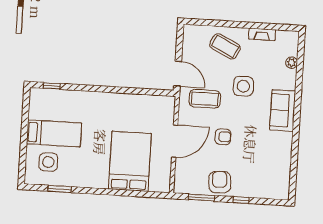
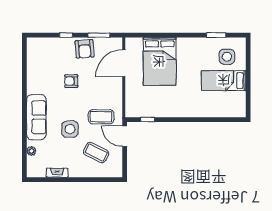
coffee table: (225, 46) -> (96, 153), moved
window: (52, 86) -> (148, 120), moved
sofa: (283, 110) -> (36, 117), width x1.36
armchair: (223, 137) -> (71, 81), moved
door: (175, 141) -> (124, 63), moved

